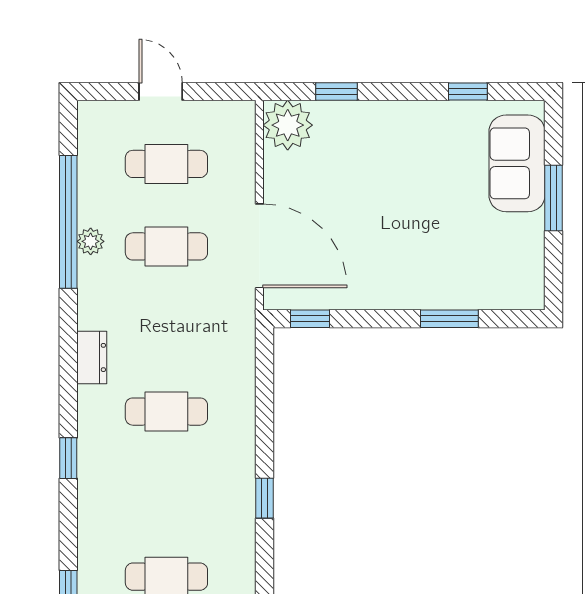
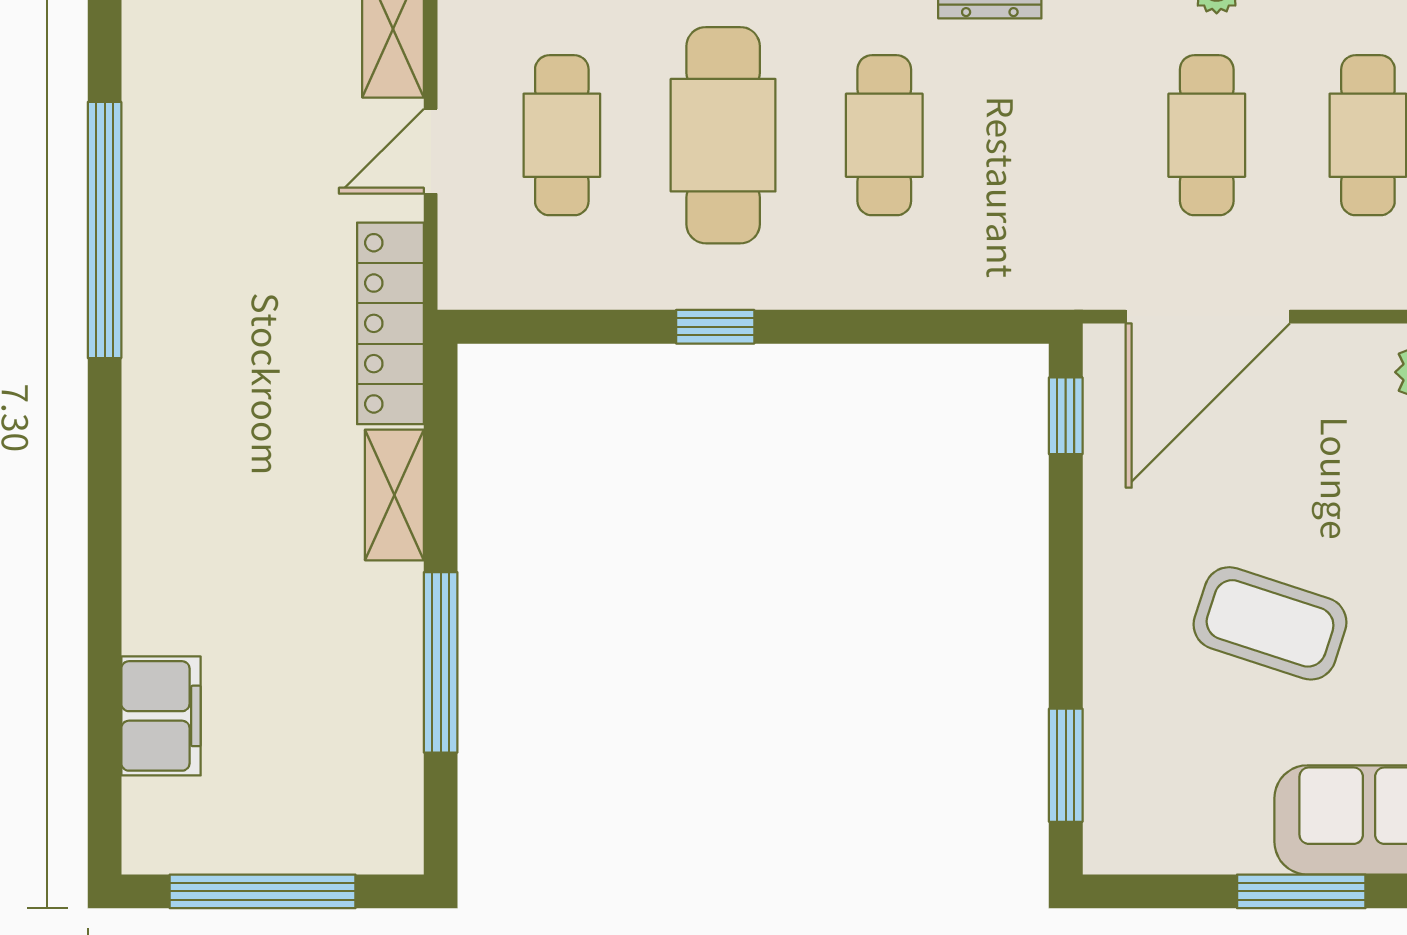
coffee table: (416, 214) -> (1270, 623), added
window: (449, 319) -> (1066, 765), moved
cafe table: (166, 494) -> (723, 135), added

